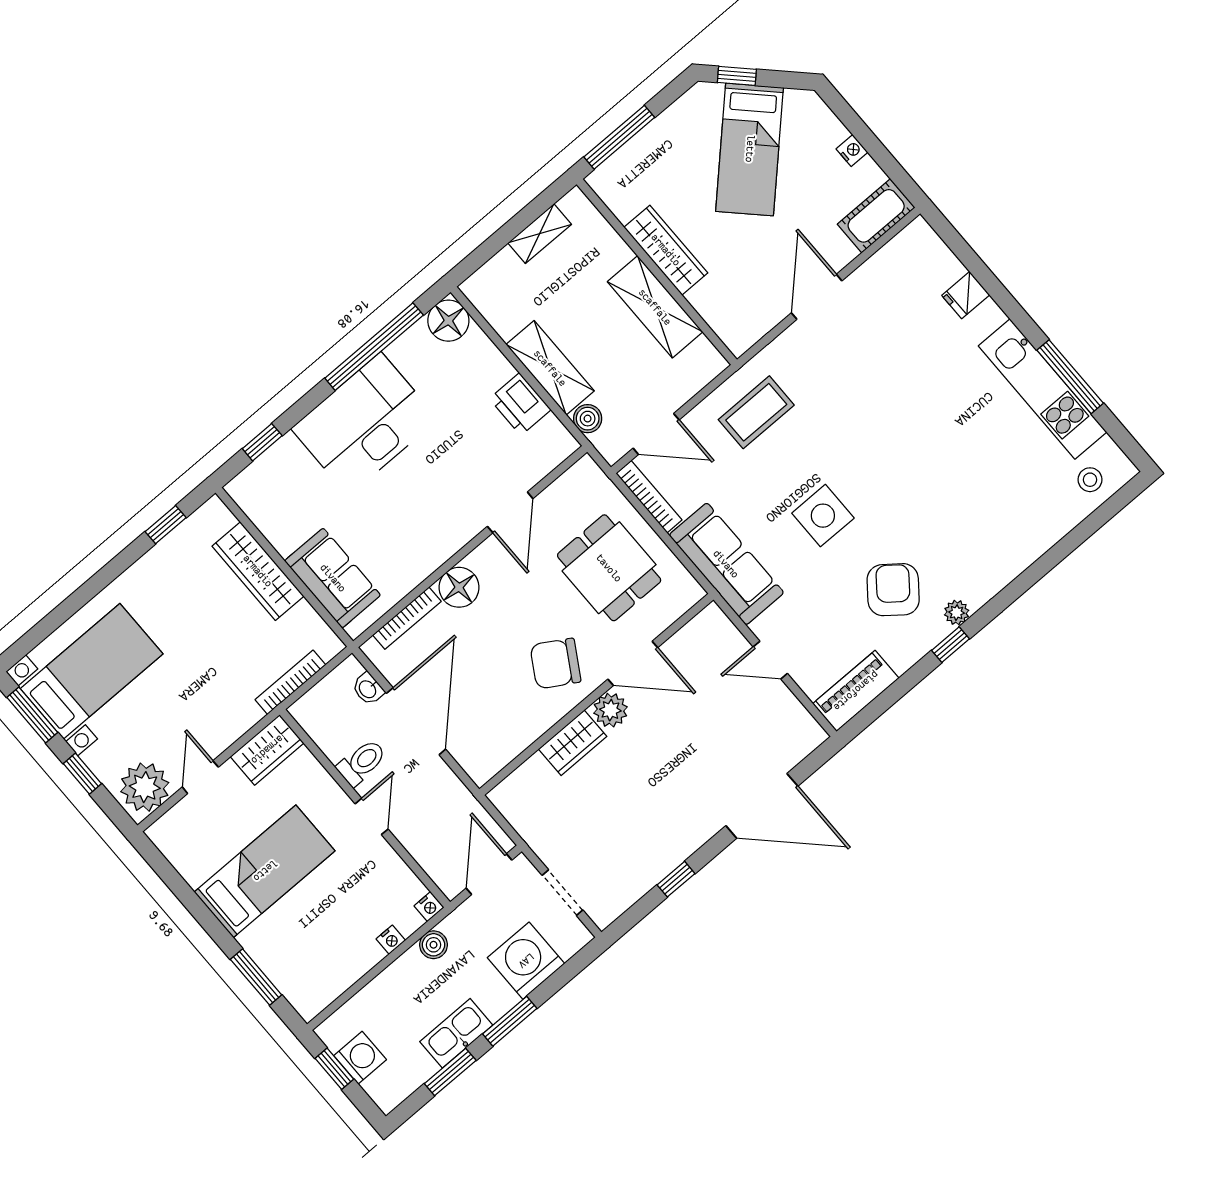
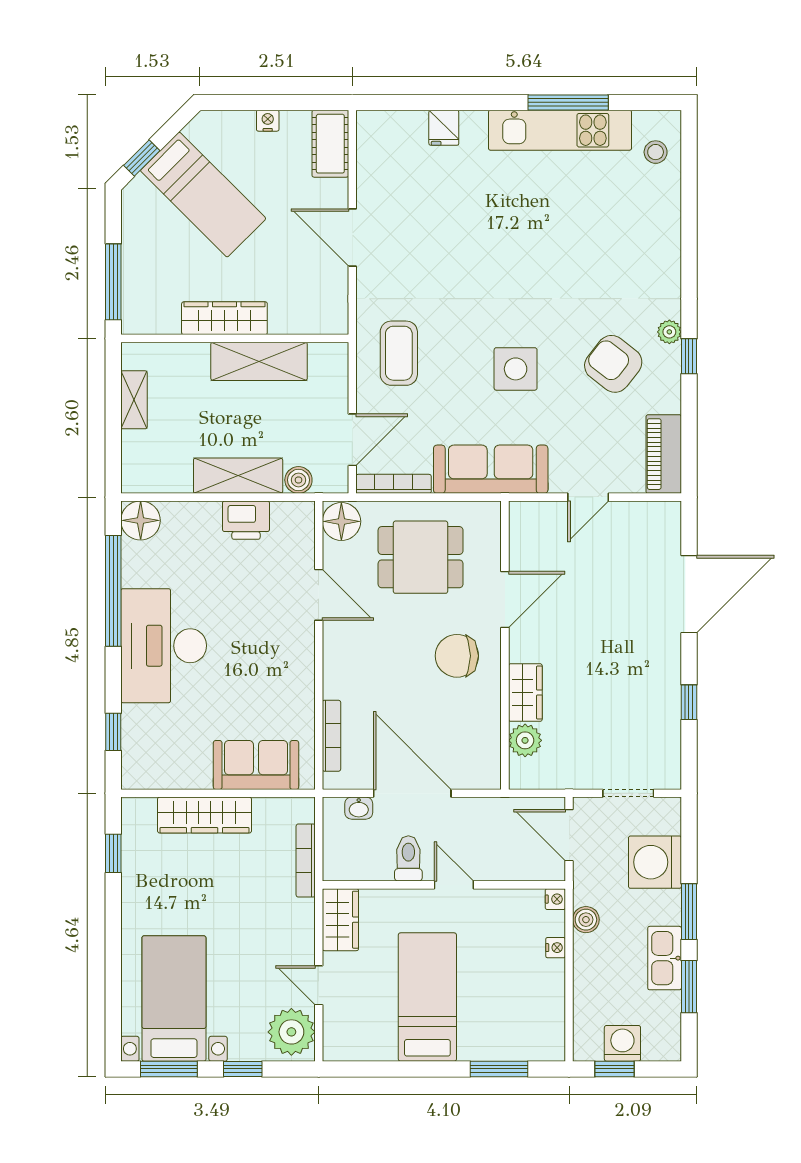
floor lamp: (459, 587) -> (341, 521), moved
chair: (555, 664) -> (457, 656), turned 59
plant: (610, 710) -> (525, 740), moved

